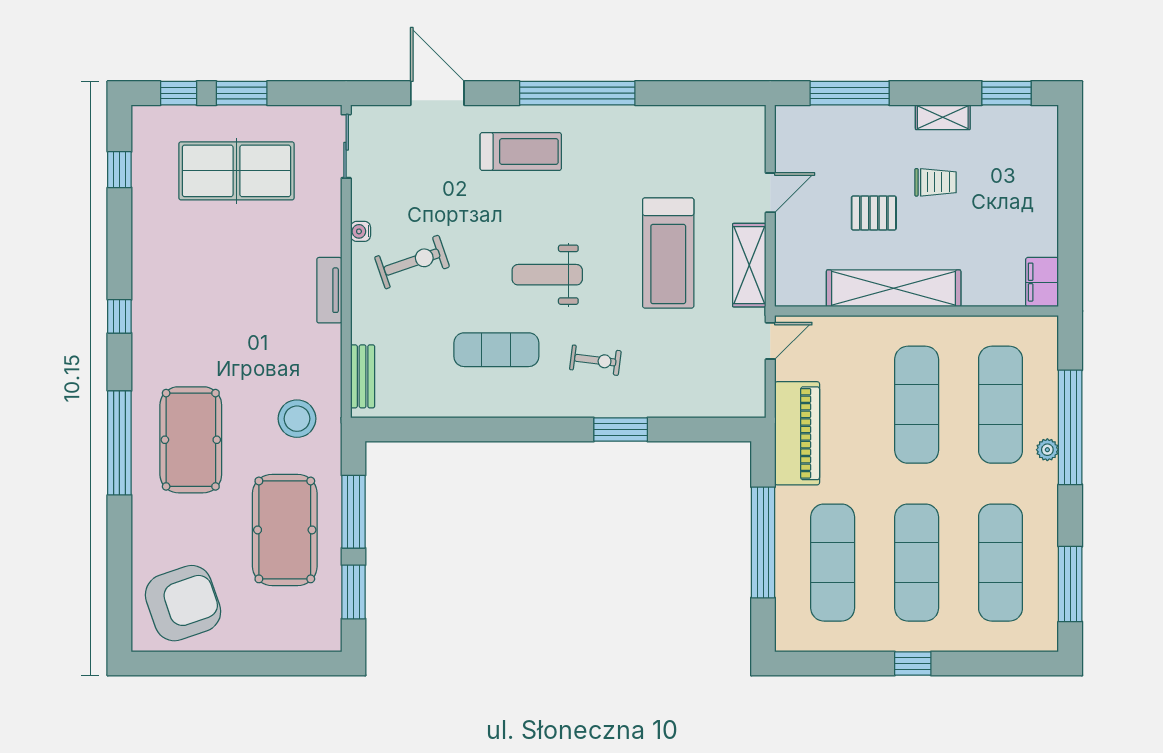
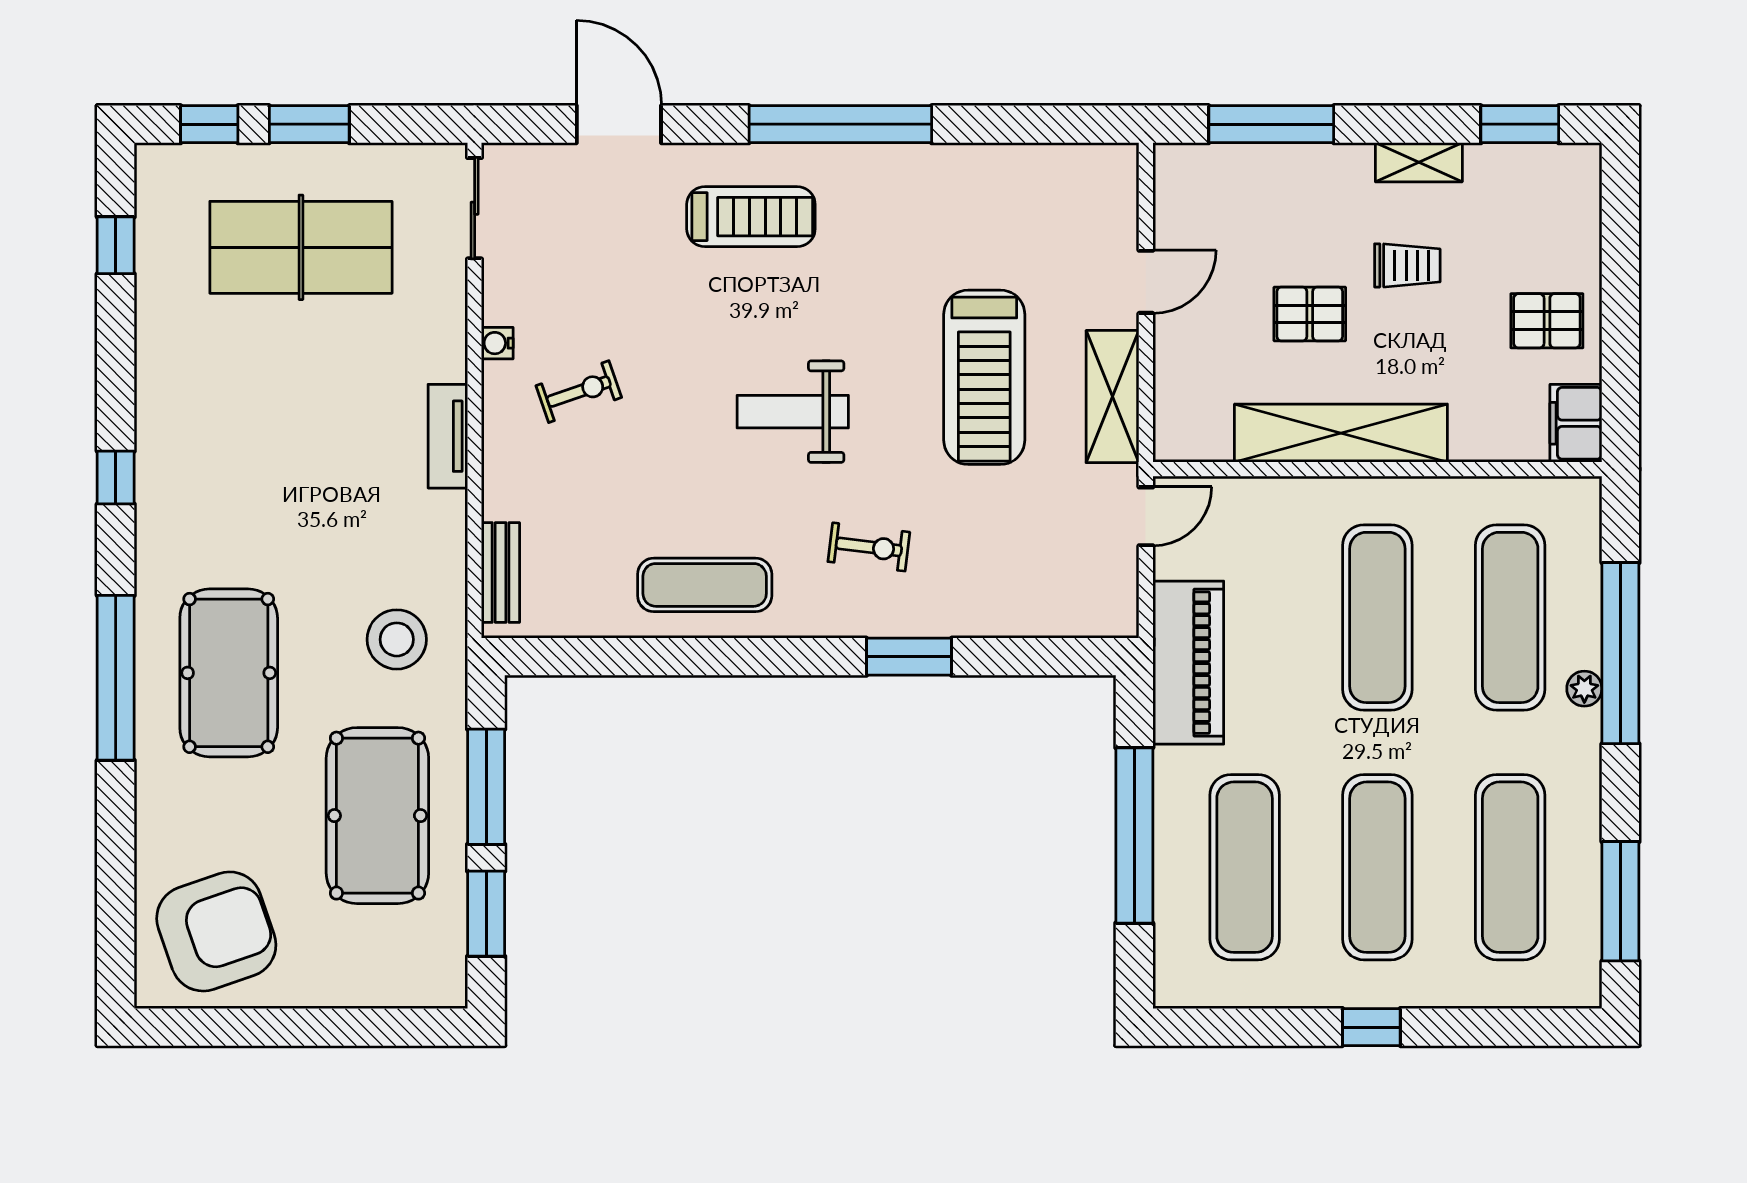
pallet: (1024, 217) -> (1547, 321), added
exercise bike: (412, 262) -> (579, 392), width x0.73, depth x0.72
exercise mat: (496, 350) -> (705, 585), moved

